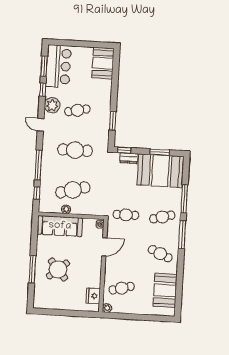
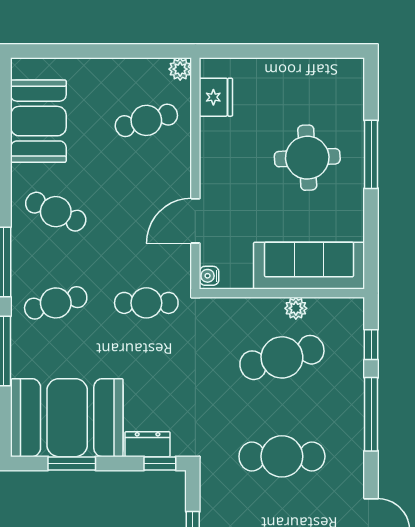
round table: (58, 269) -> (307, 158), turned 37

